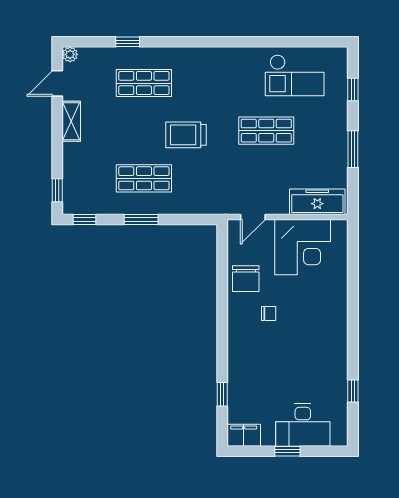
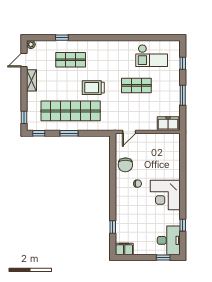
shop shelf: (144, 178) -> (71, 111), width x2.00, depth x1.36
freezer: (317, 202) -> (168, 124), width x0.71
corner desk: (303, 247) -> (165, 195), moved, turned 90
desk: (303, 425) -> (169, 240), moved, turned -90
window: (287, 451) -> (163, 258), moved

